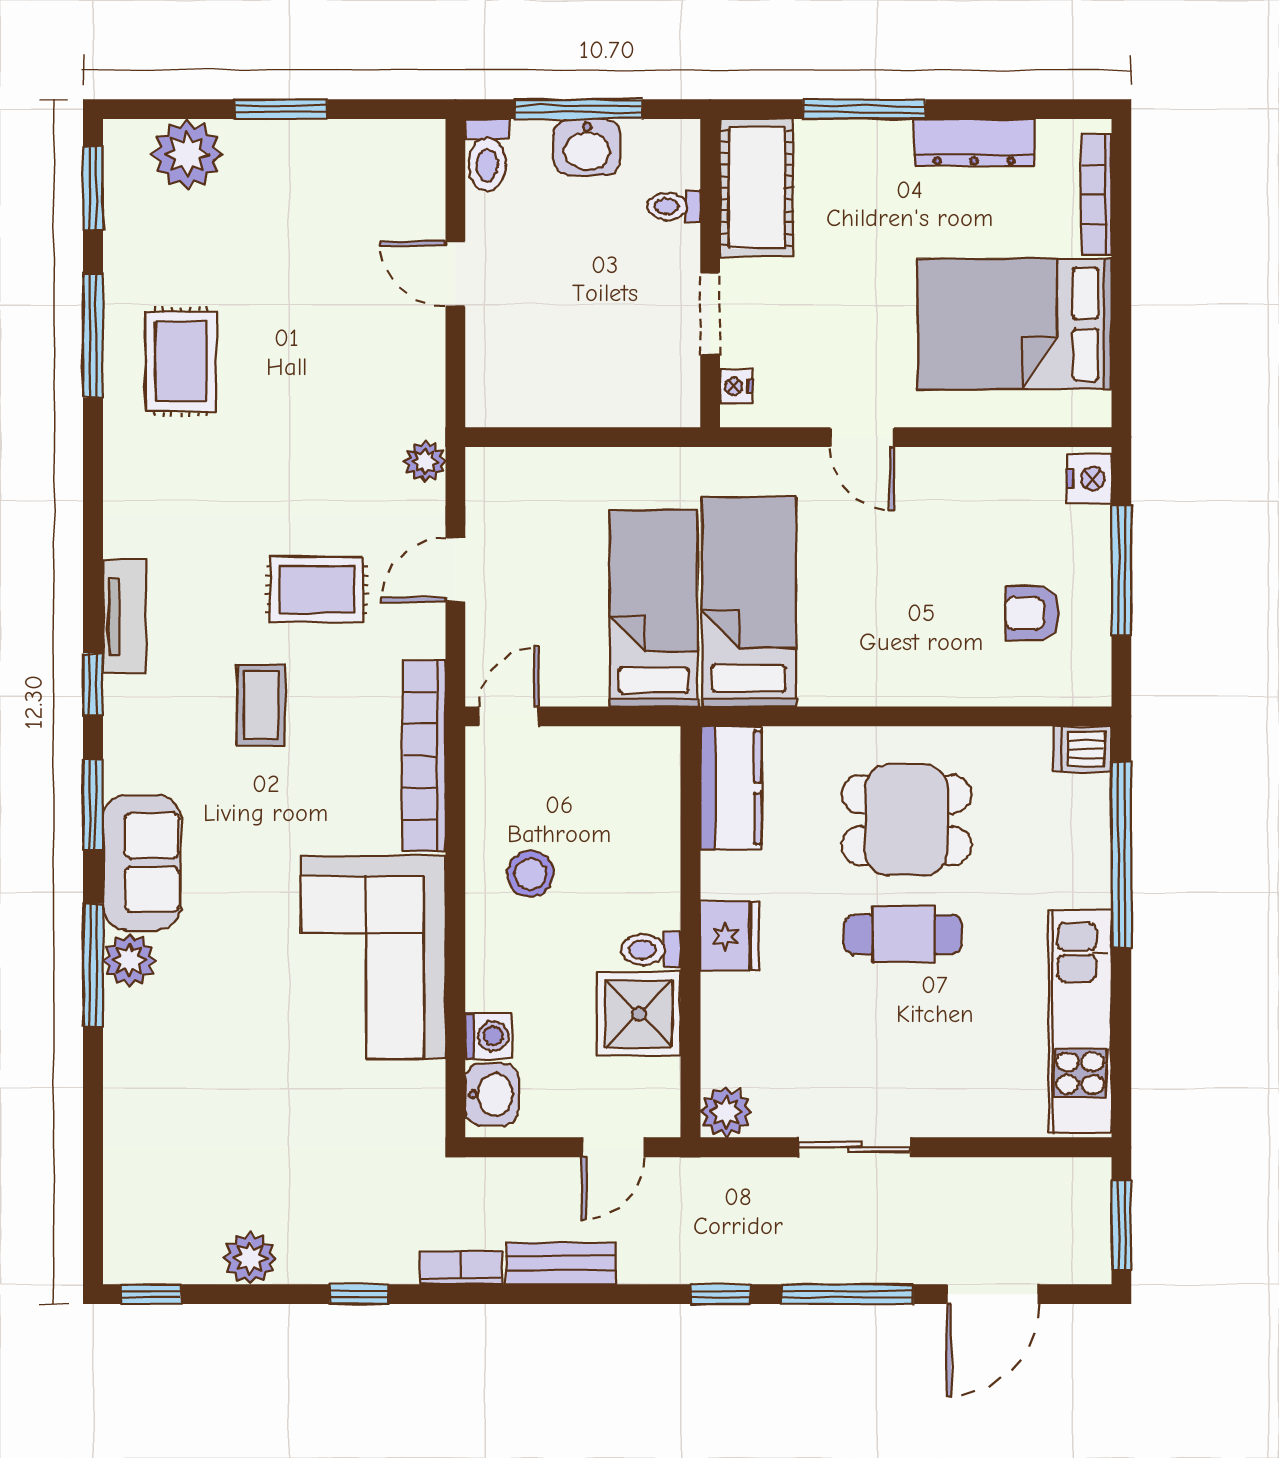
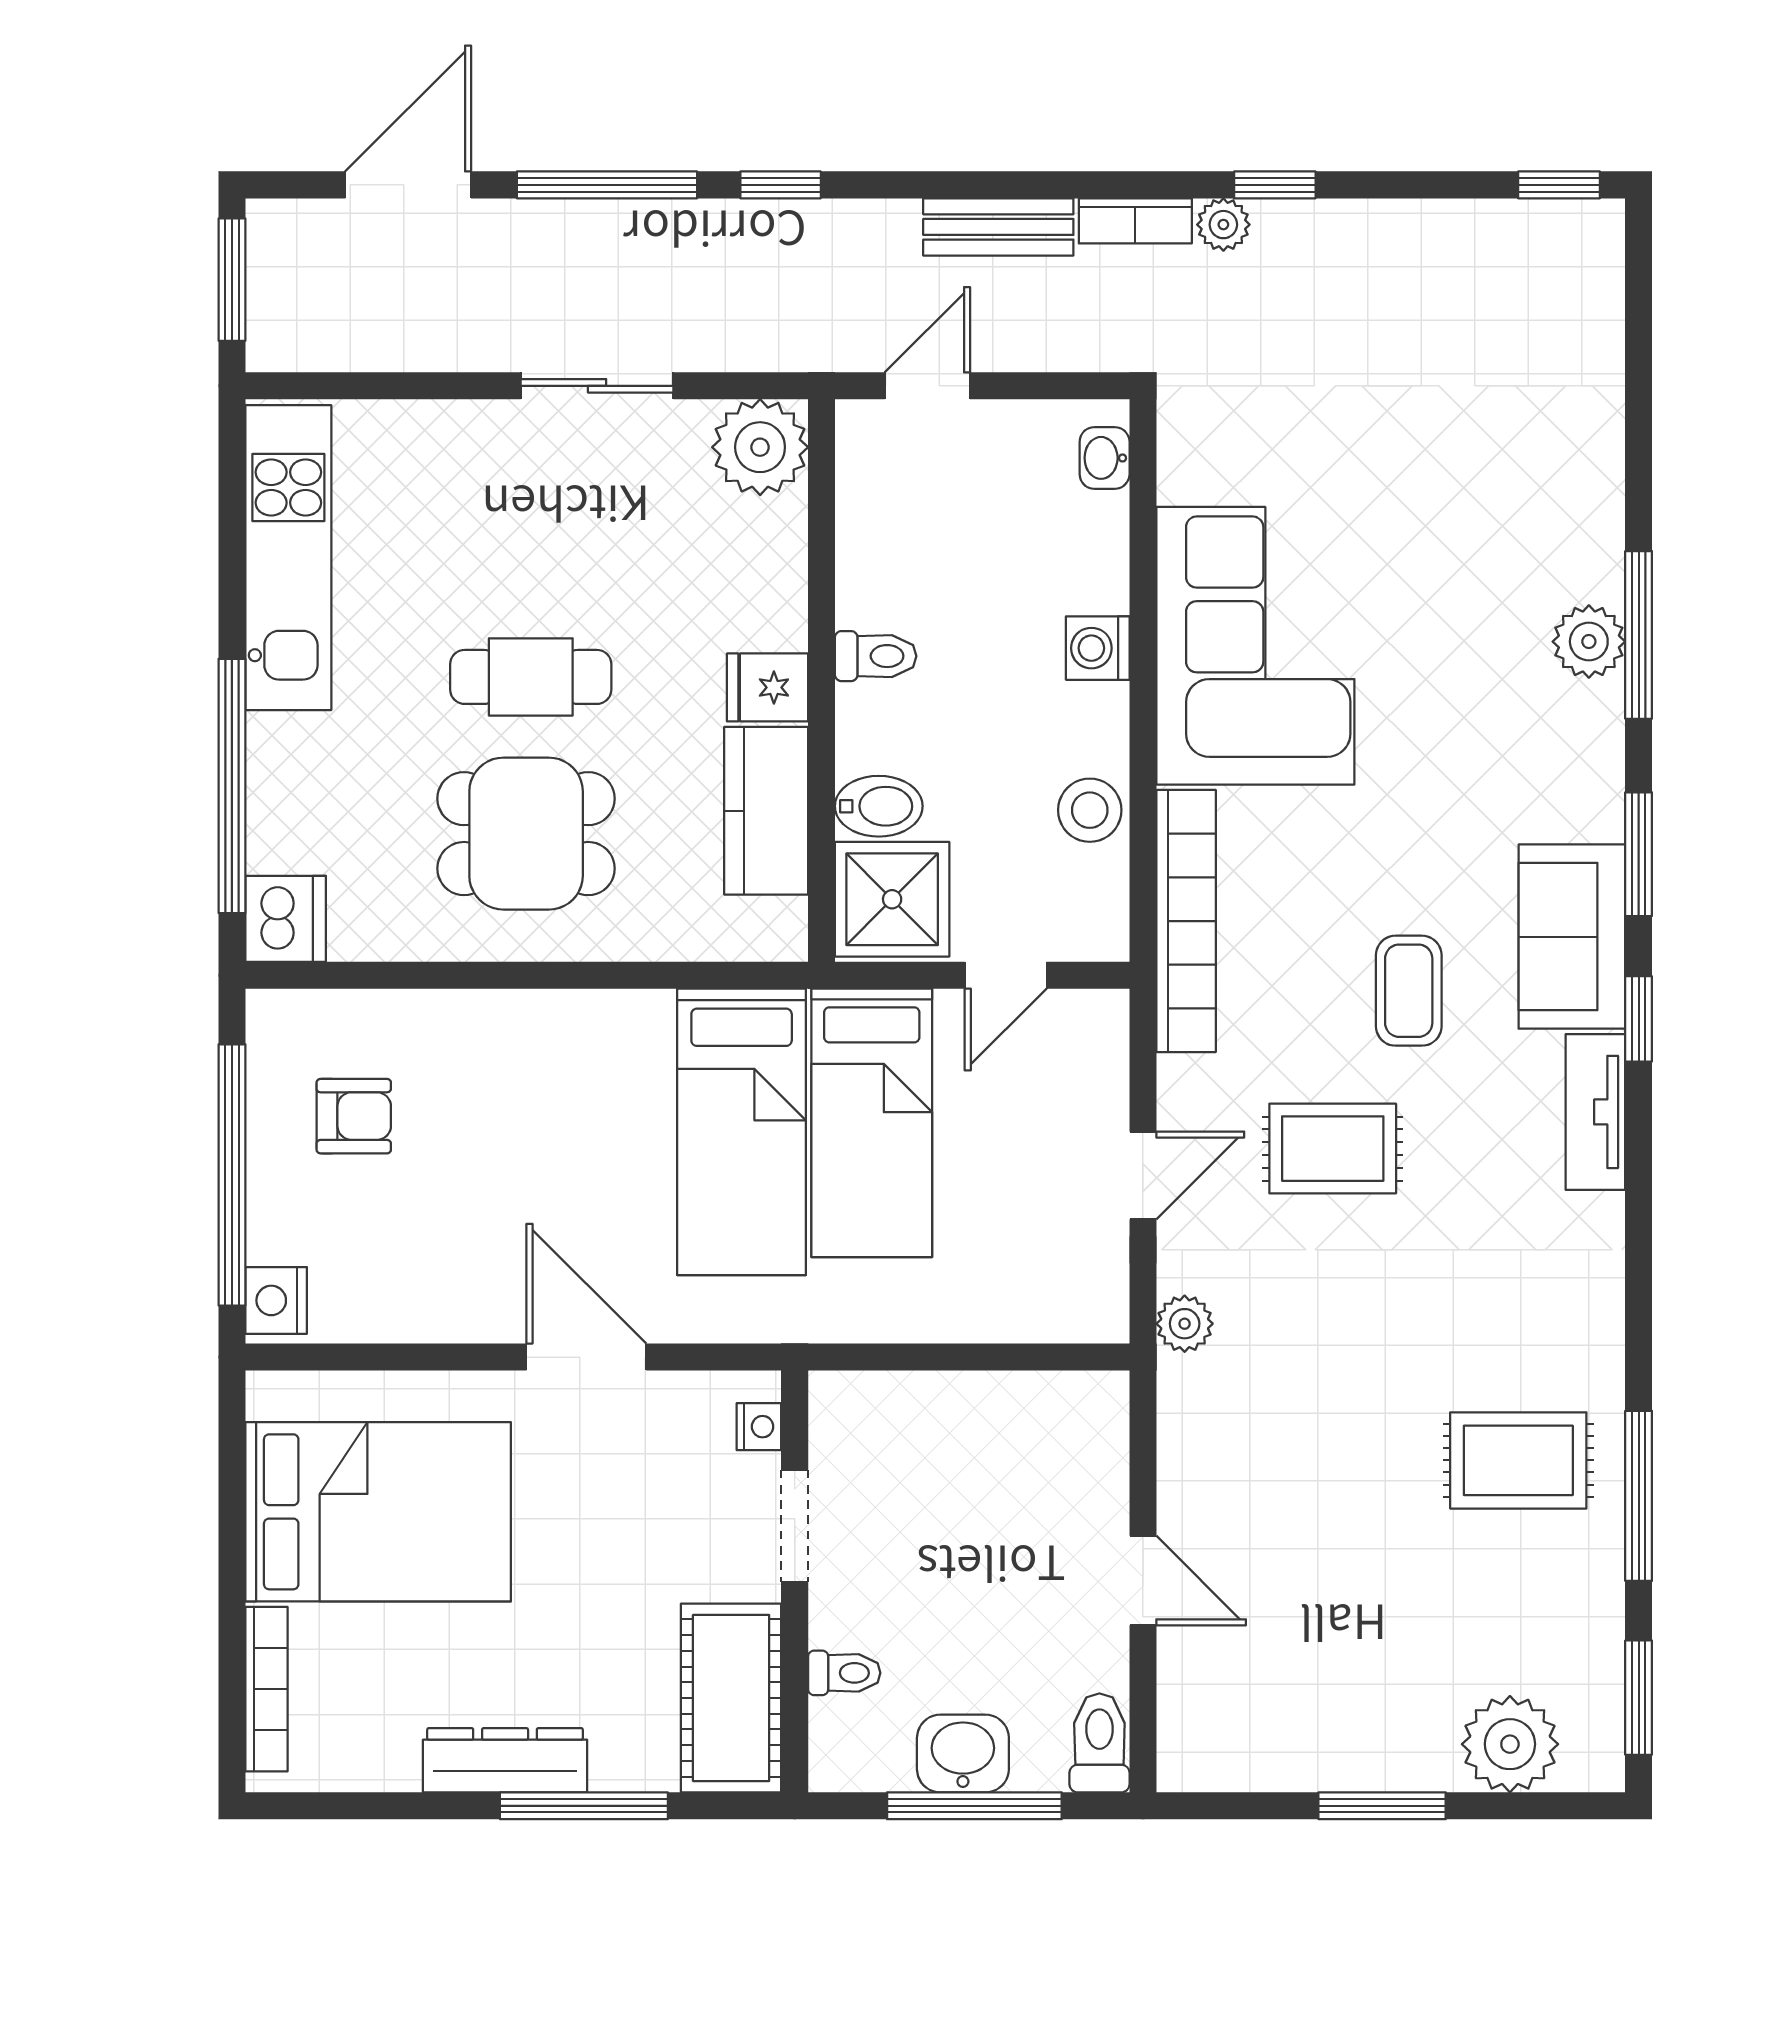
dresser: (974, 142) -> (505, 1760), moved
rug: (181, 362) -> (1518, 1460), turned 90
door: (862, 437) -> (586, 1357), width x1.38
window: (1121, 570) -> (232, 1175), width x1.46
door: (509, 716) -> (1006, 975), moved
dishwasher: (1082, 749) -> (286, 919), width x1.38
kitchen counter: (731, 787) -> (766, 811), moved
bidet: (649, 840) -> (879, 806), added
sofa: (142, 862) -> (1572, 937), moved
stool: (530, 874) -> (1090, 810), moved
fridge: (730, 936) -> (767, 687), width x0.72
shower: (639, 1014) -> (892, 899), moved
washing machine: (488, 1036) -> (1098, 648), moved
washbasin: (492, 1095) -> (1105, 458), width x0.72, depth x0.69
plant: (726, 1112) -> (760, 447), width x1.36, depth x1.36
plant: (250, 1258) -> (1223, 225), moved, width x0.73, depth x0.73

